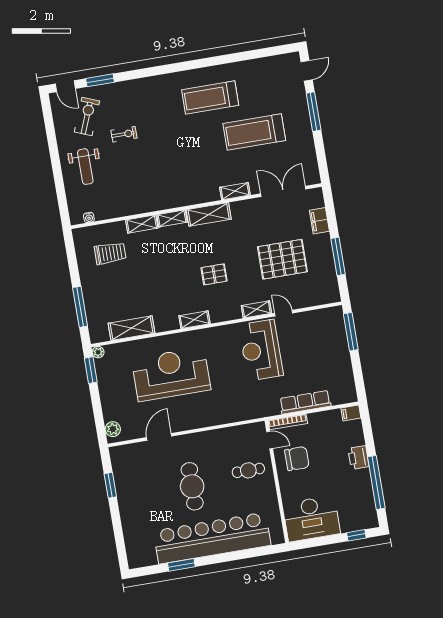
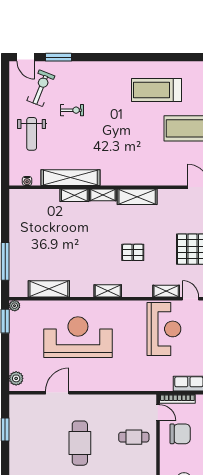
shelving: (235, 191) -> (70, 178), moved, width x2.20, depth x1.33
trolley: (110, 253) -> (41, 217), removed
reception desk: (261, 350) -> (164, 329), turned 180

